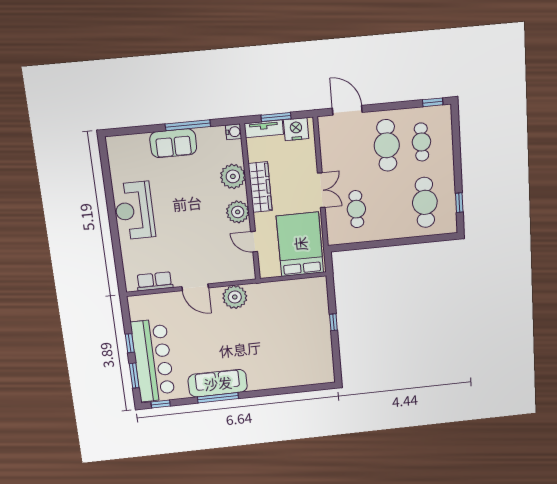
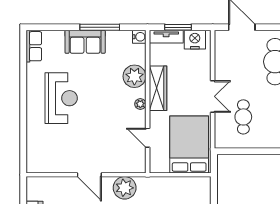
reception desk: (134, 211) -> (61, 98), moved, turned 180
plant: (238, 212) -> (140, 104), width x0.53, depth x0.53
row of seats: (155, 281) -> (34, 46), moved, turned 90

